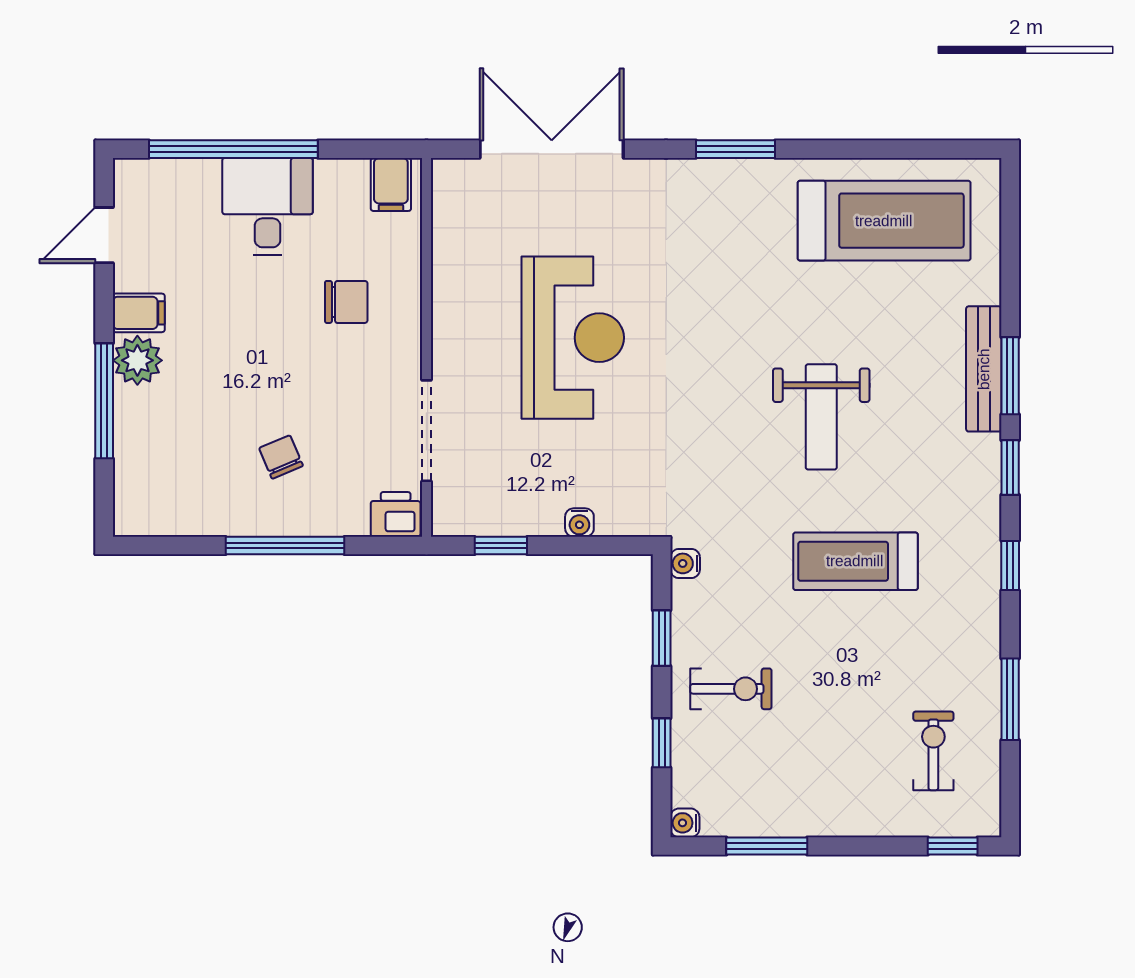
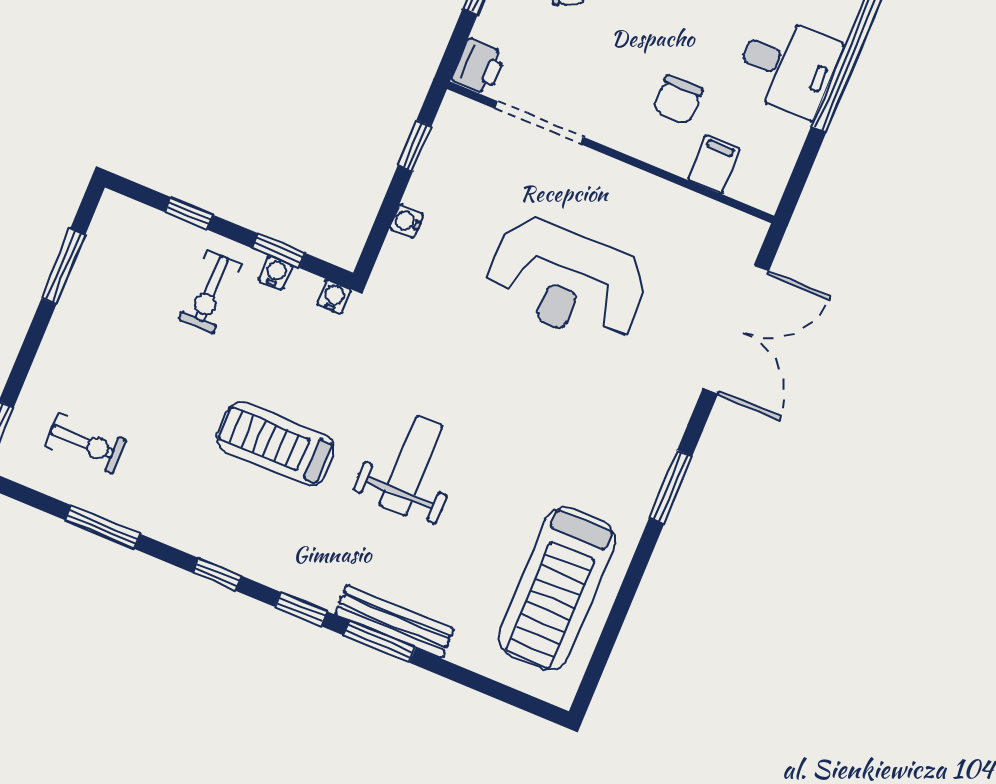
filing cabinet: (391, 184) -> (714, 164), moved, turned 90
weight bench: (821, 417) -> (411, 465), turned 90
treadmill: (855, 561) -> (275, 444), turned -90
water cooler: (685, 823) -> (276, 273), moved

